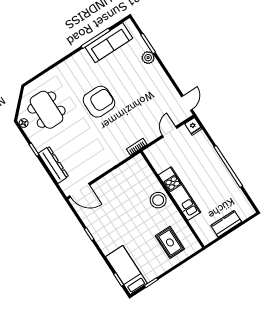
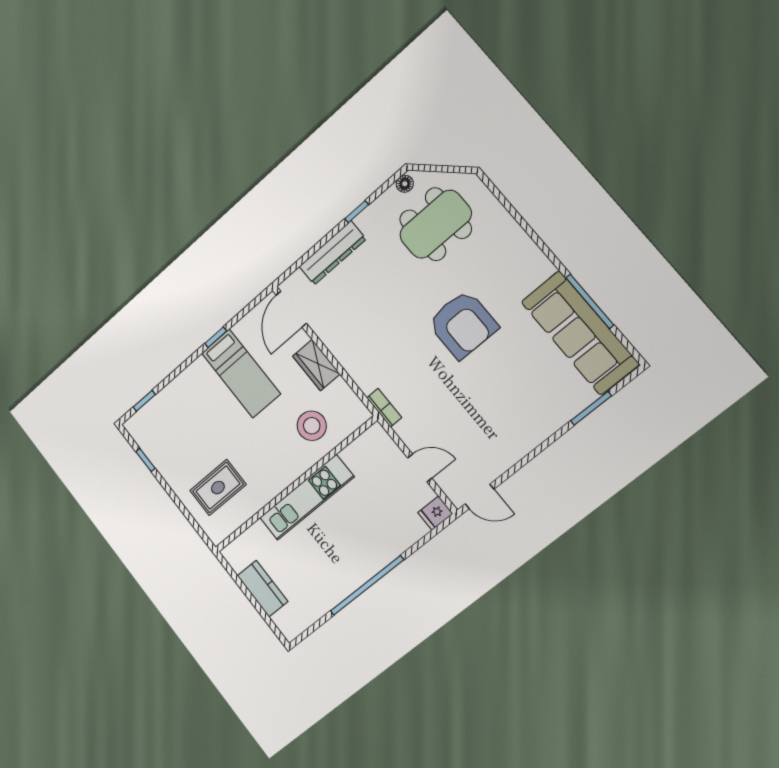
sofa: (109, 43) -> (580, 333), width x1.36, depth x1.27
plant: (148, 58) -> (562, 411), removed
wardrobe: (110, 180) -> (316, 365), added
stool: (158, 200) -> (312, 426), moved
bed: (126, 270) -> (241, 373), moved, turned 90

